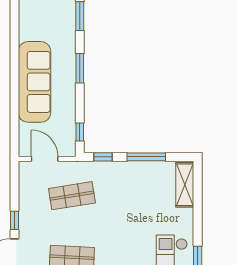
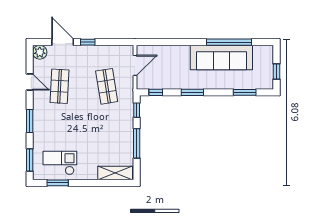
window: (14, 36) -> (229, 42), added
window: (80, 68) -> (192, 92), moved
sofa: (34, 82) -> (221, 58), moved

